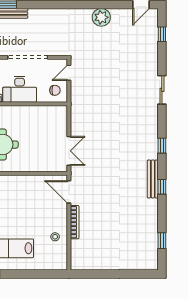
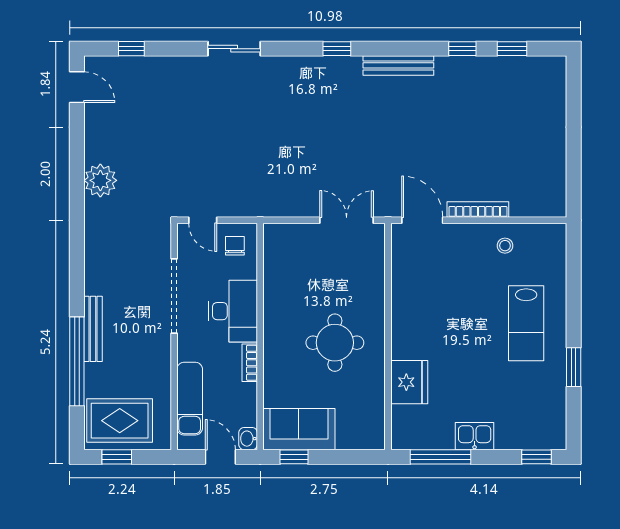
plant: (101, 17) -> (100, 180), moved
window: (162, 187) -> (462, 49), moved
door: (69, 192) -> (422, 220), swing flipped

